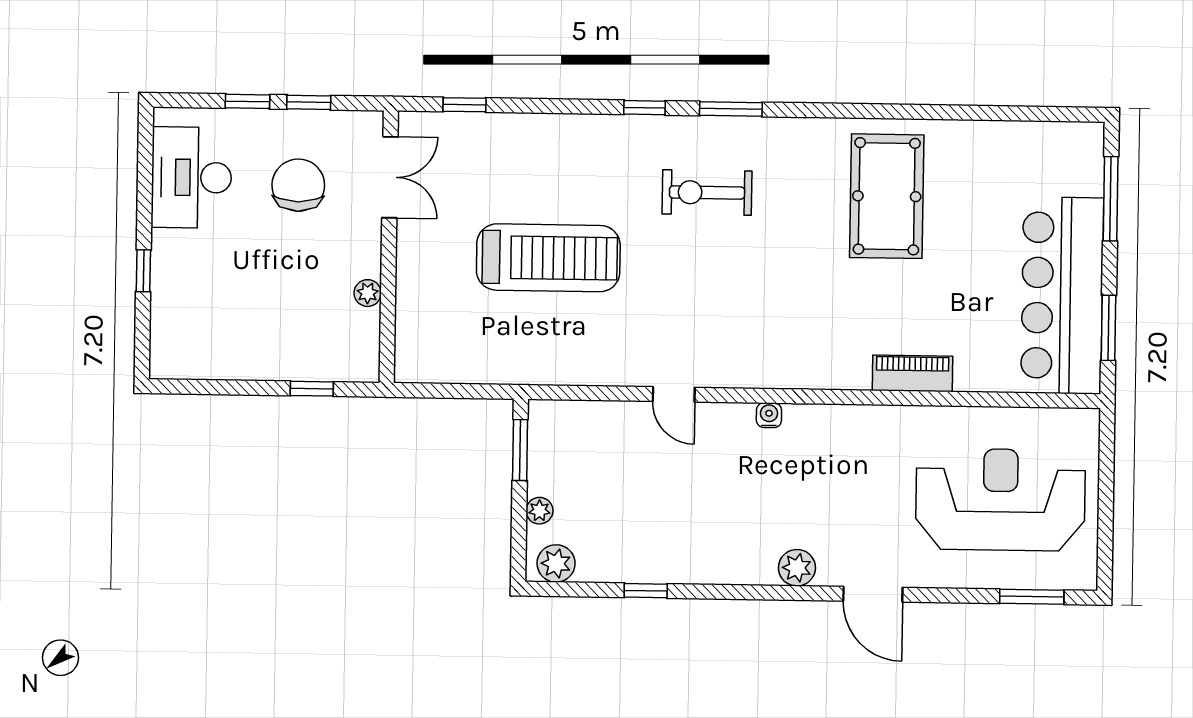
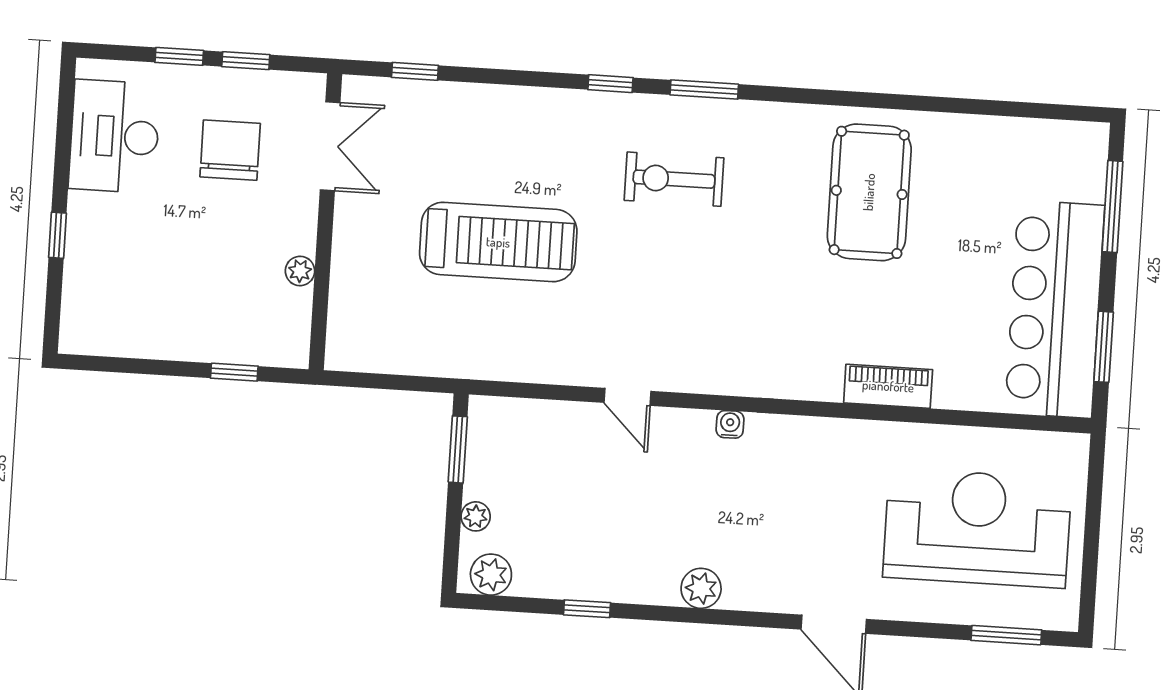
plant: (797, 568) -> (701, 588), moved

